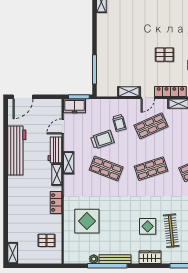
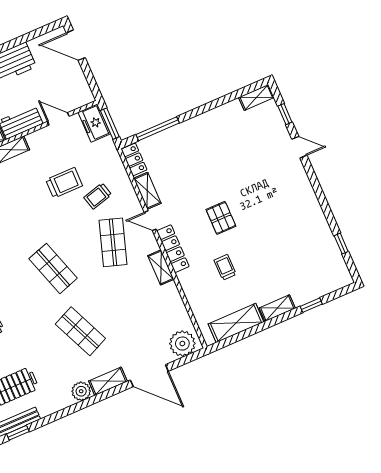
locker: (107, 92) -> (134, 160), added
shop shelf: (151, 126) -> (113, 242), turned 42
trolley: (102, 140) -> (64, 183), turned -71
shop shelf: (106, 169) -> (26, 206), removed

